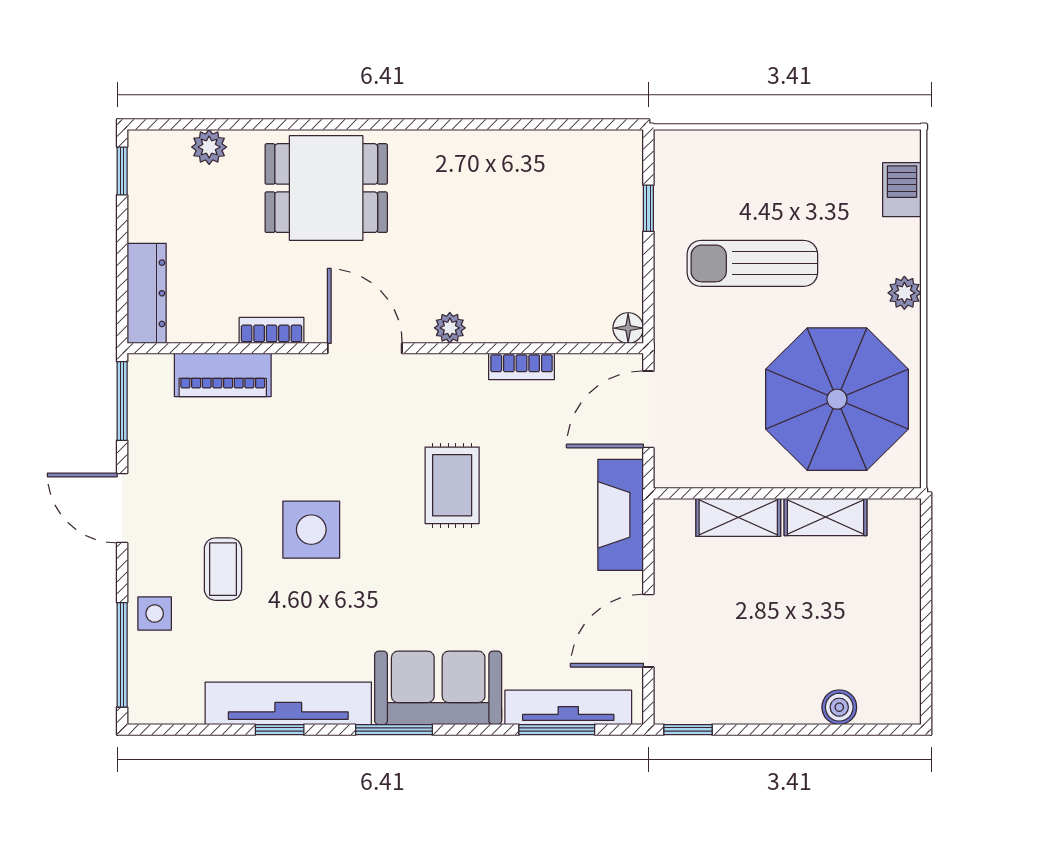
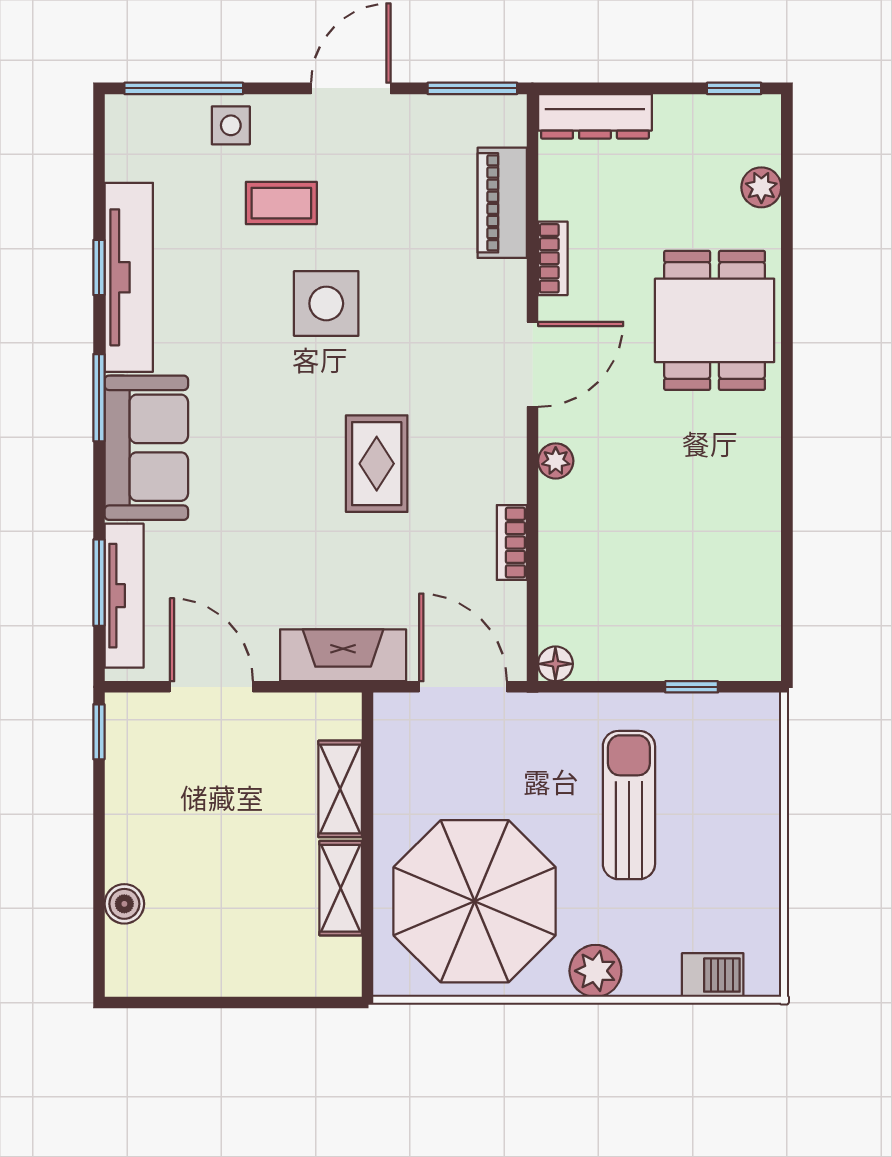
plant: (904, 293) -> (595, 971), width x1.38, depth x1.38
rug: (452, 485) -> (377, 464), turned 90

